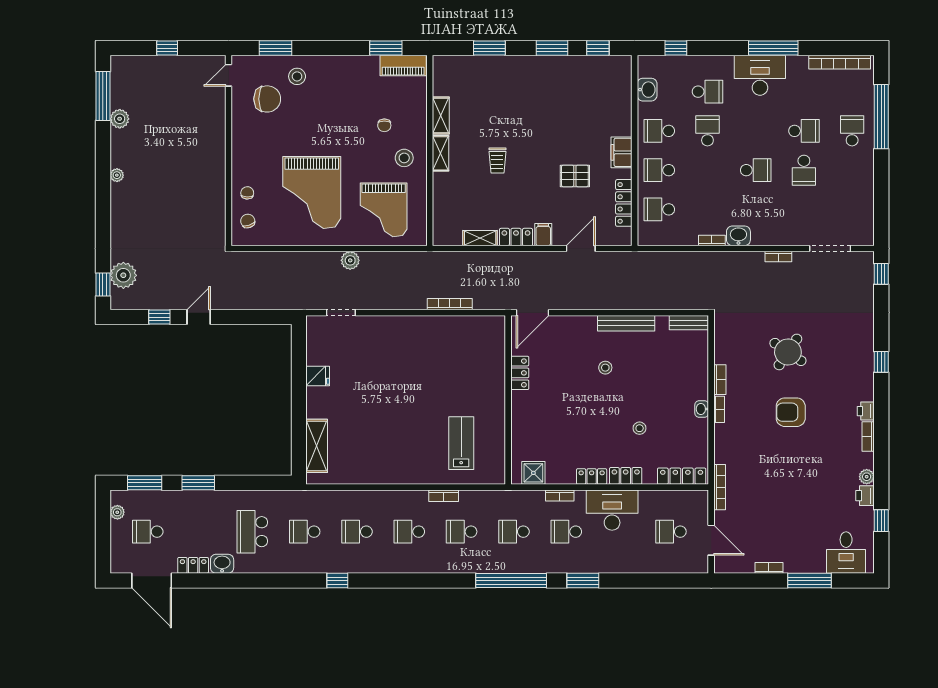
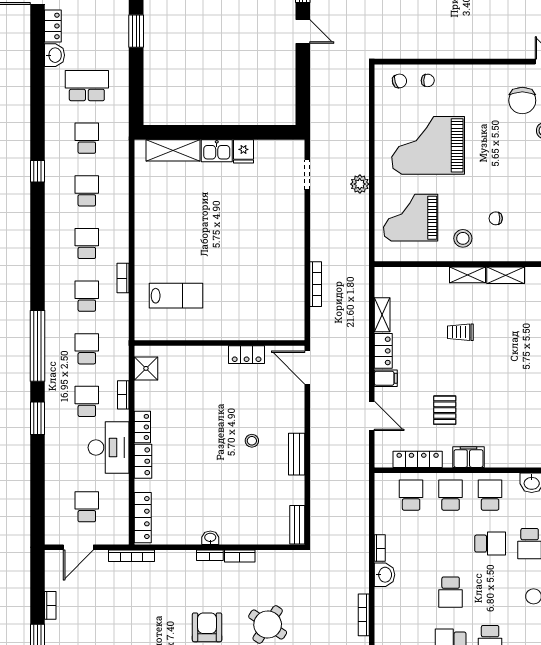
bookcase: (778, 256) -> (364, 615), width x1.56
bench: (626, 323) -> (297, 454), width x0.73
kitchen sink: (317, 403) -> (217, 151), added
stool: (640, 428) -> (191, 475), removed

